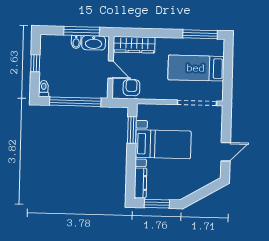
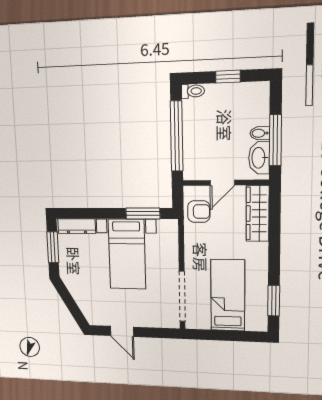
window: (200, 34) -> (274, 301), width x0.69

